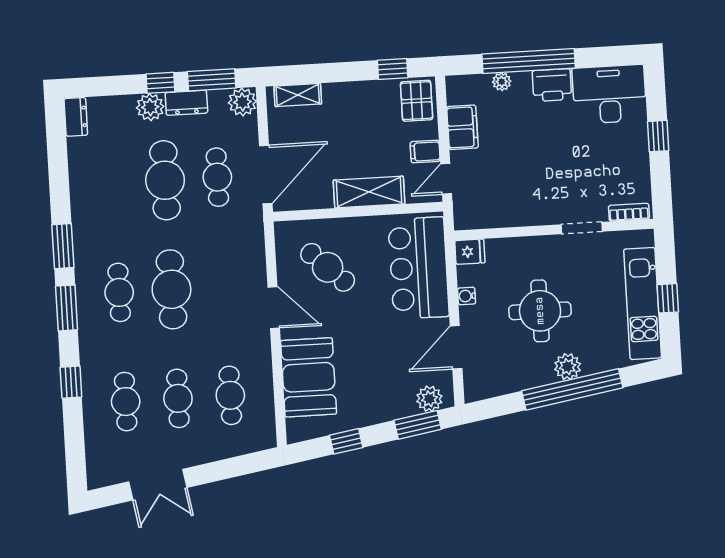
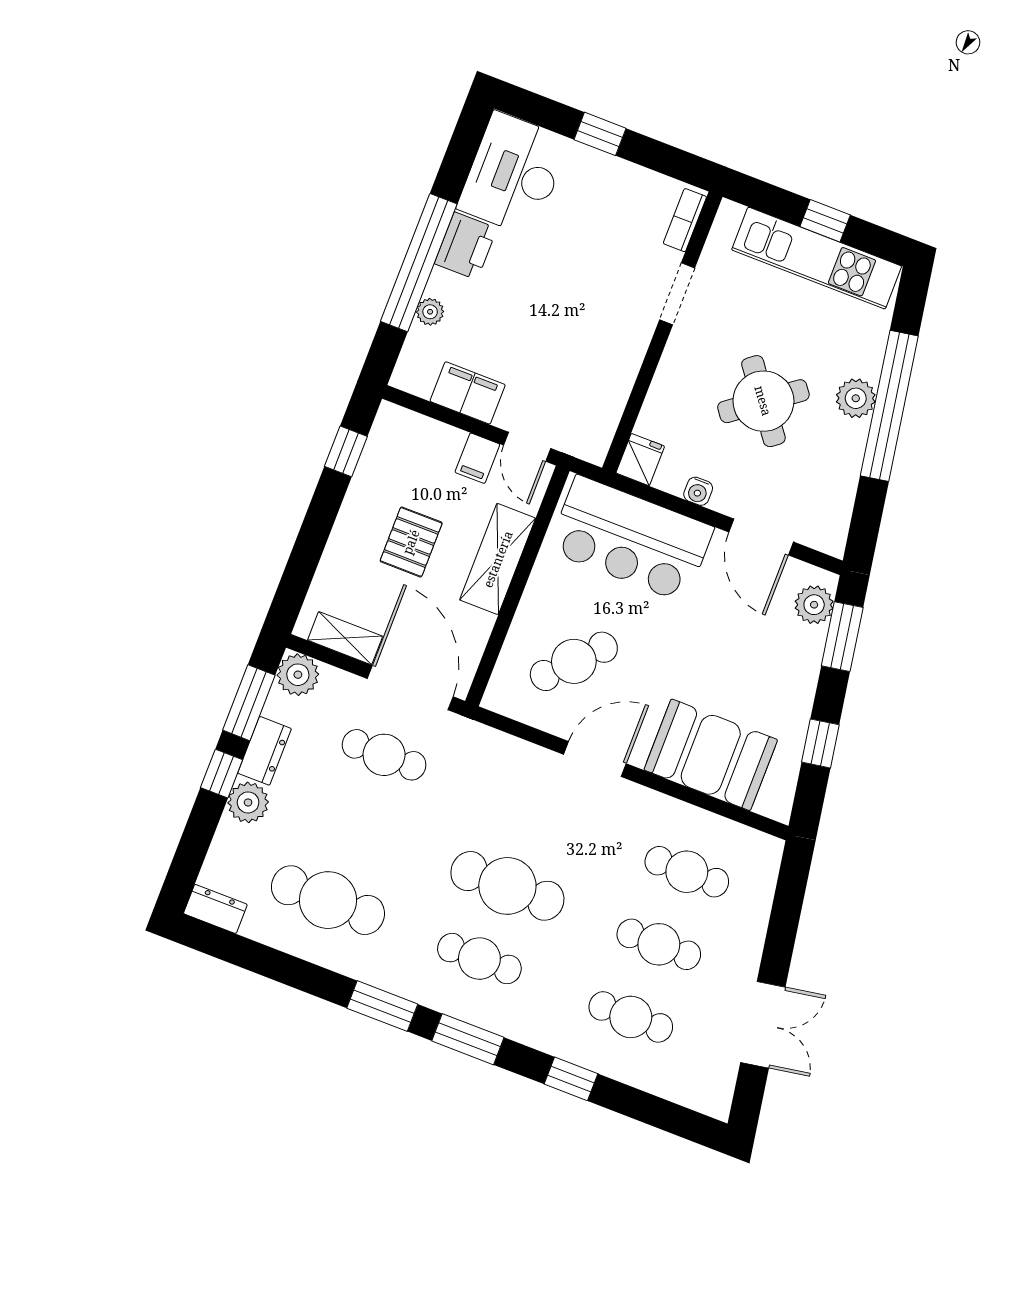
shelving: (298, 95) -> (345, 638), moved, turned 90
pallet: (417, 101) -> (411, 542), moved, turned 90
cafe table: (165, 180) -> (328, 900), moved
round table: (540, 311) -> (763, 401), turned -37

